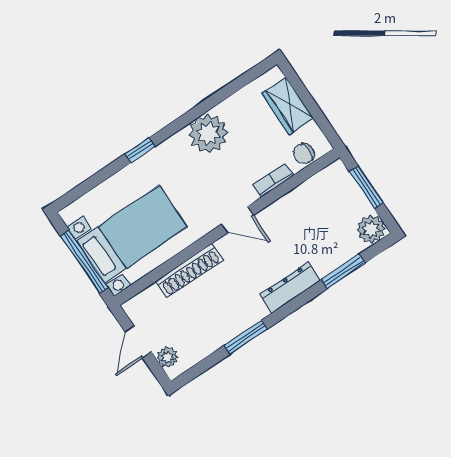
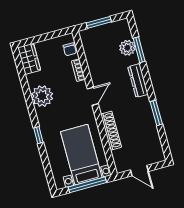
wardrobe: (288, 106) -> (29, 59), moved, turned -90
plant: (371, 229) -> (127, 48), moved
plant: (167, 357) -> (153, 158), removed

